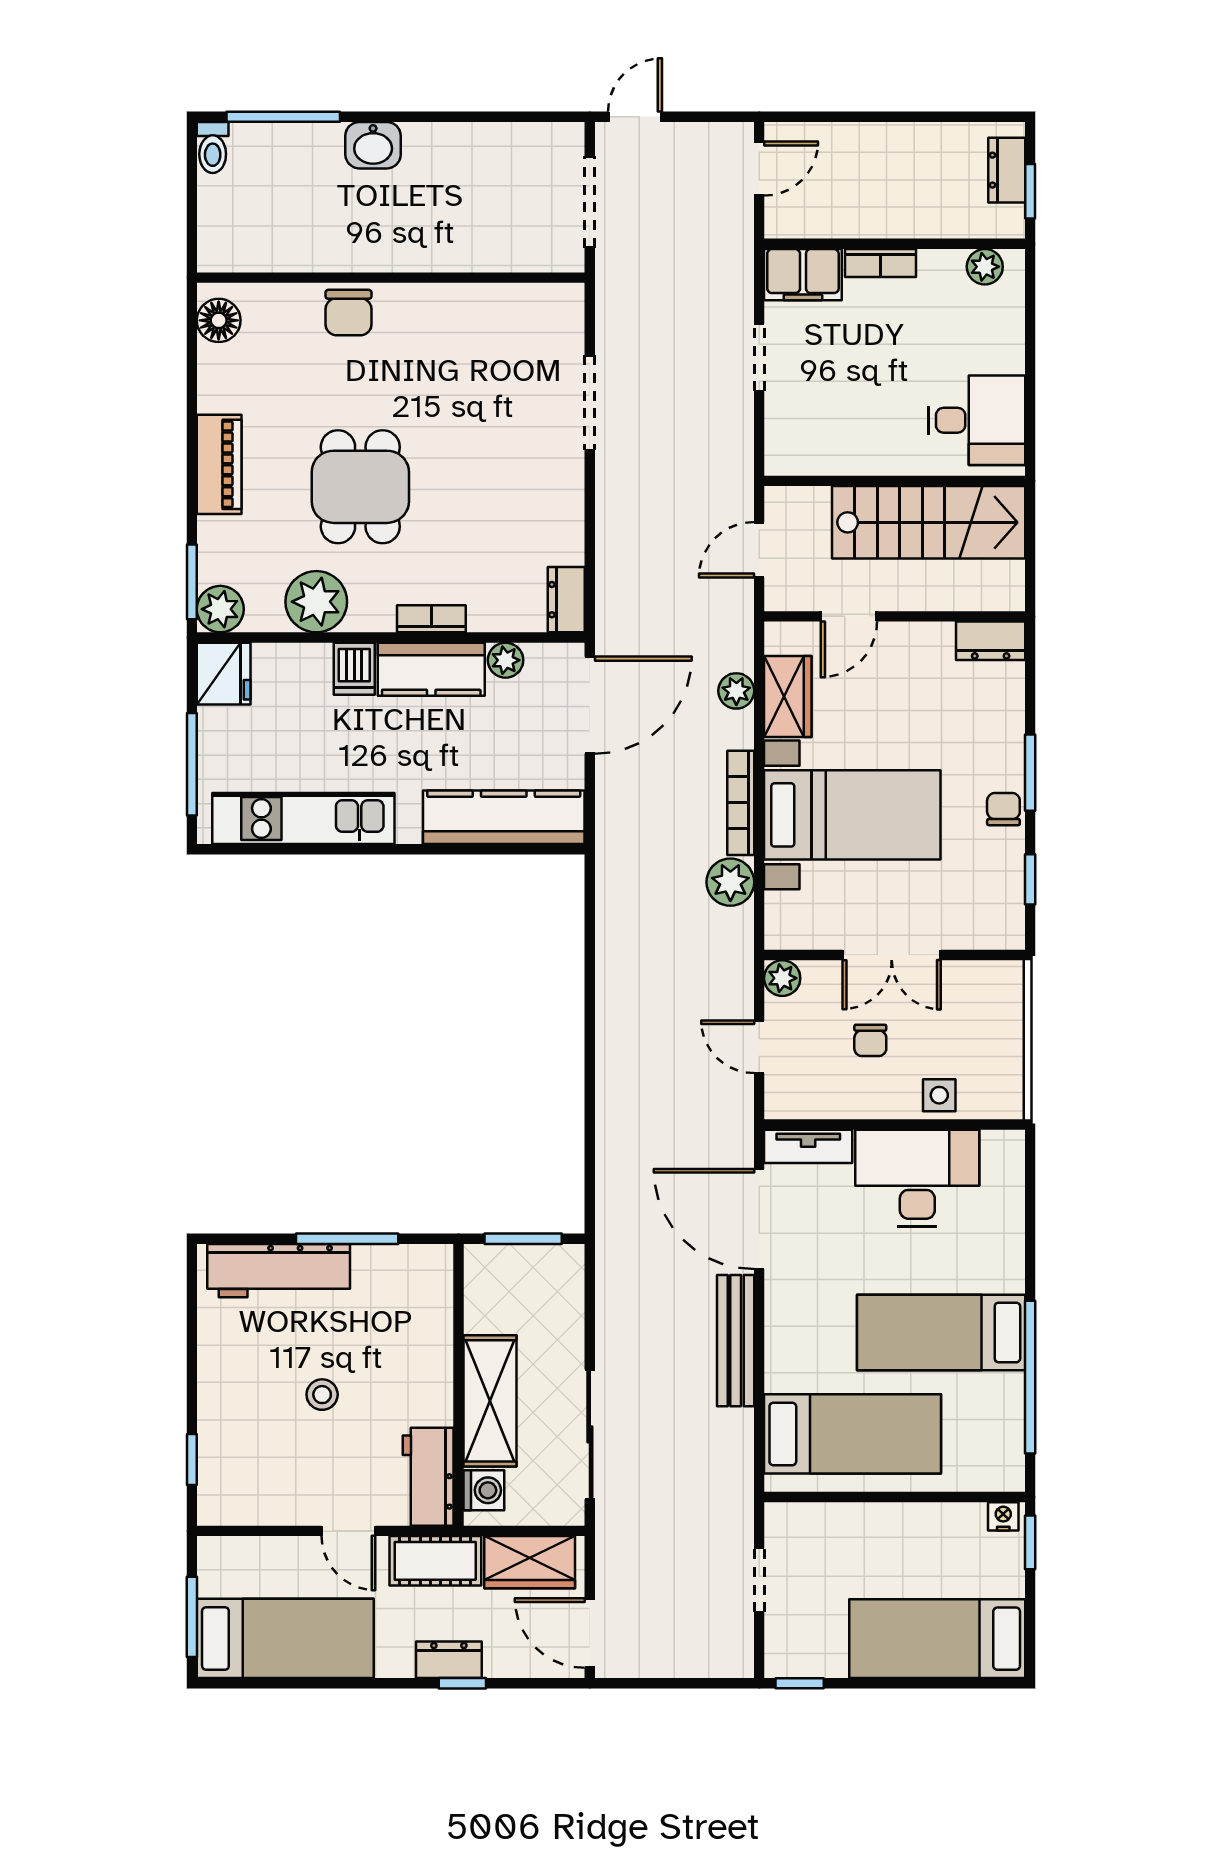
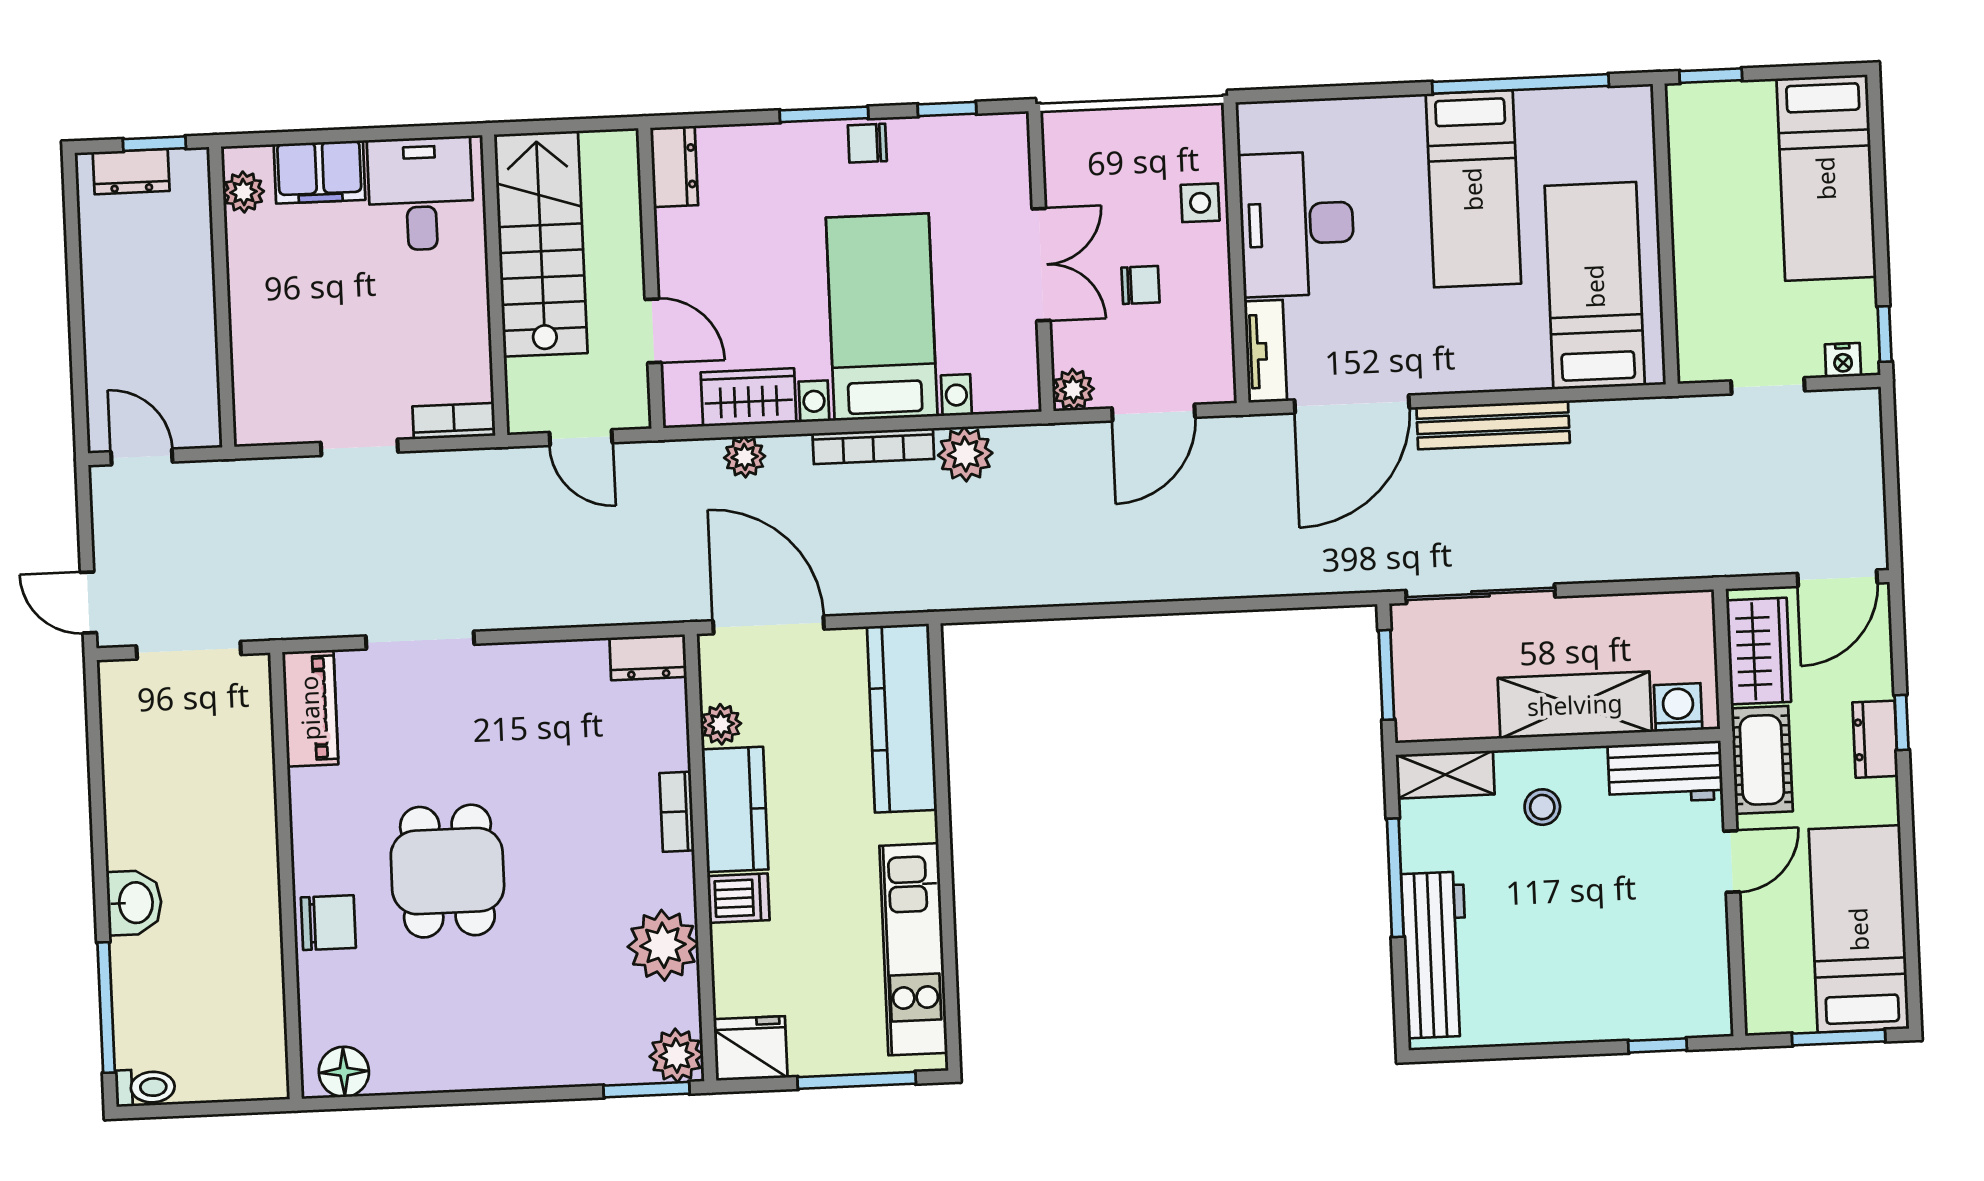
bookcase: (880, 263) -> (454, 421), moved, turned -90
filing cabinet: (803, 275) -> (319, 172), moved, turned 90
piano: (219, 464) -> (310, 708), moved, turned 90
dining table: (360, 487) -> (447, 871), moved, turned 90
door: (759, 1047) -> (1153, 413), width x1.38
shelving: (435, 1286) -> (1445, 775), added
stool: (322, 1395) -> (1542, 807), moved
sliding door: (590, 1434) -> (1481, 594), moved
nightstand: (1003, 1516) -> (1843, 360), moved, turned -90

